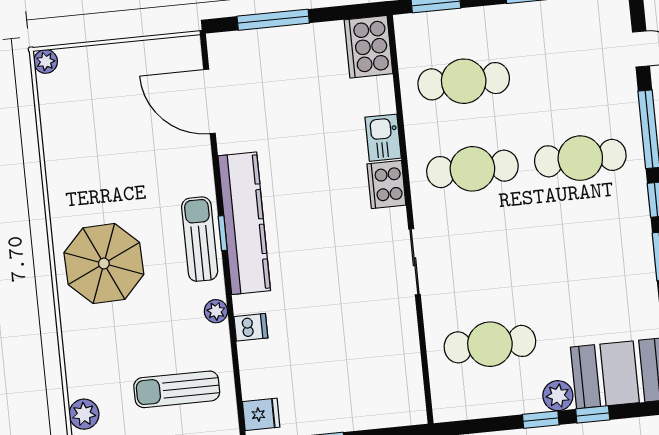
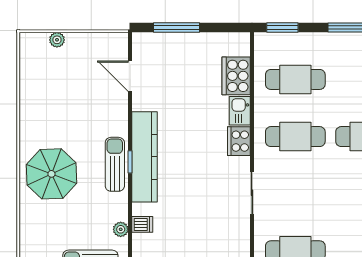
cooker: (368, 47) -> (236, 76), moved
plant: (46, 61) -> (57, 40), moved
door: (210, 101) -> (130, 76), width x0.73
plant: (216, 311) -> (121, 229), moved

